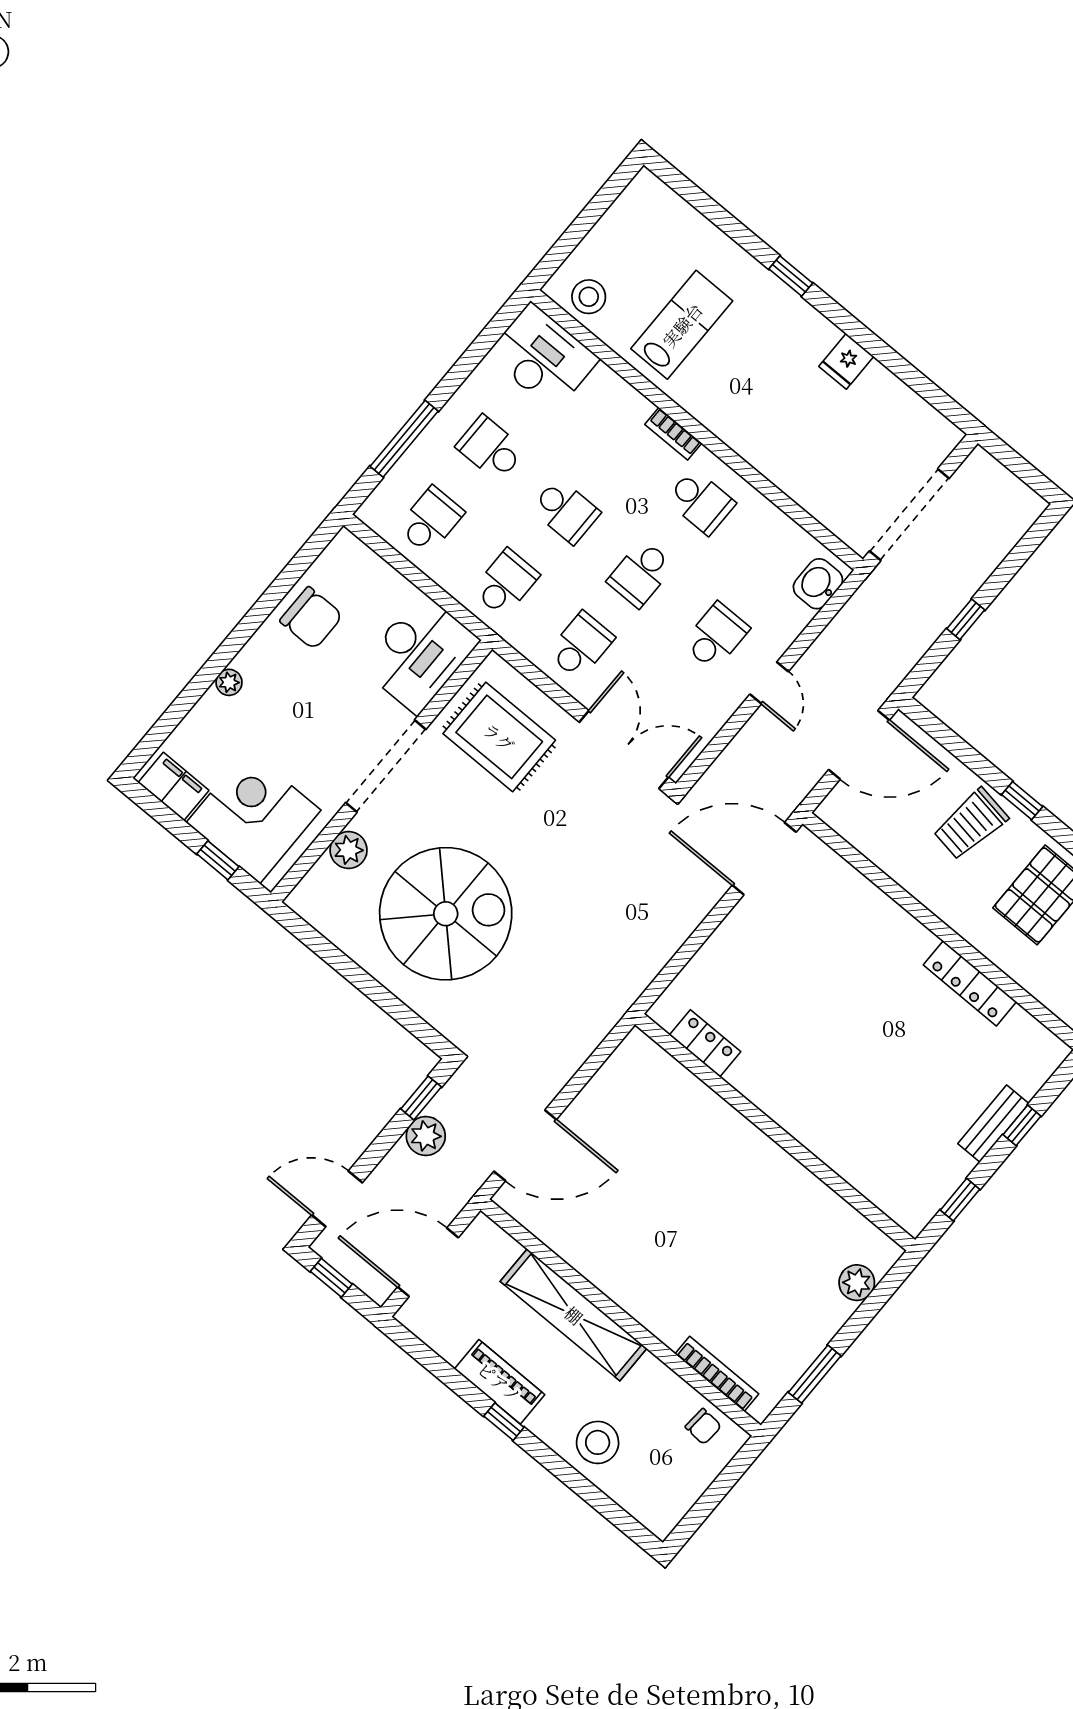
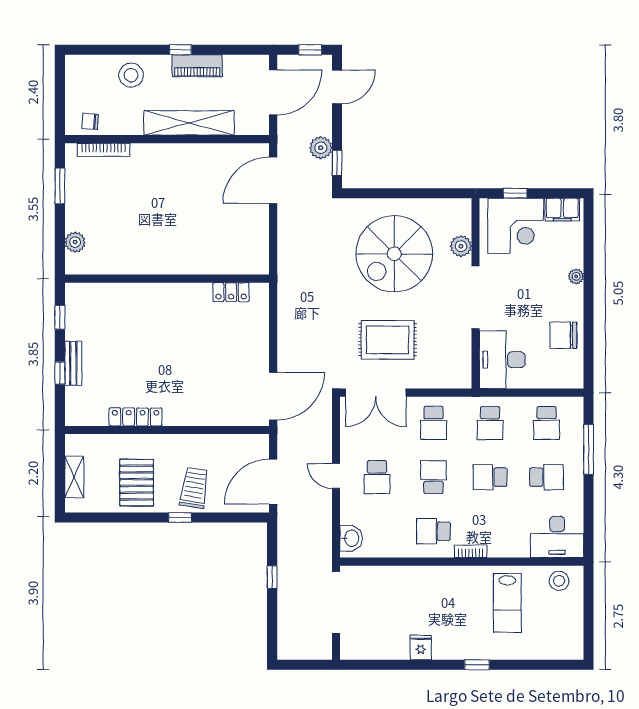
rug: (499, 737) -> (388, 340), moved

